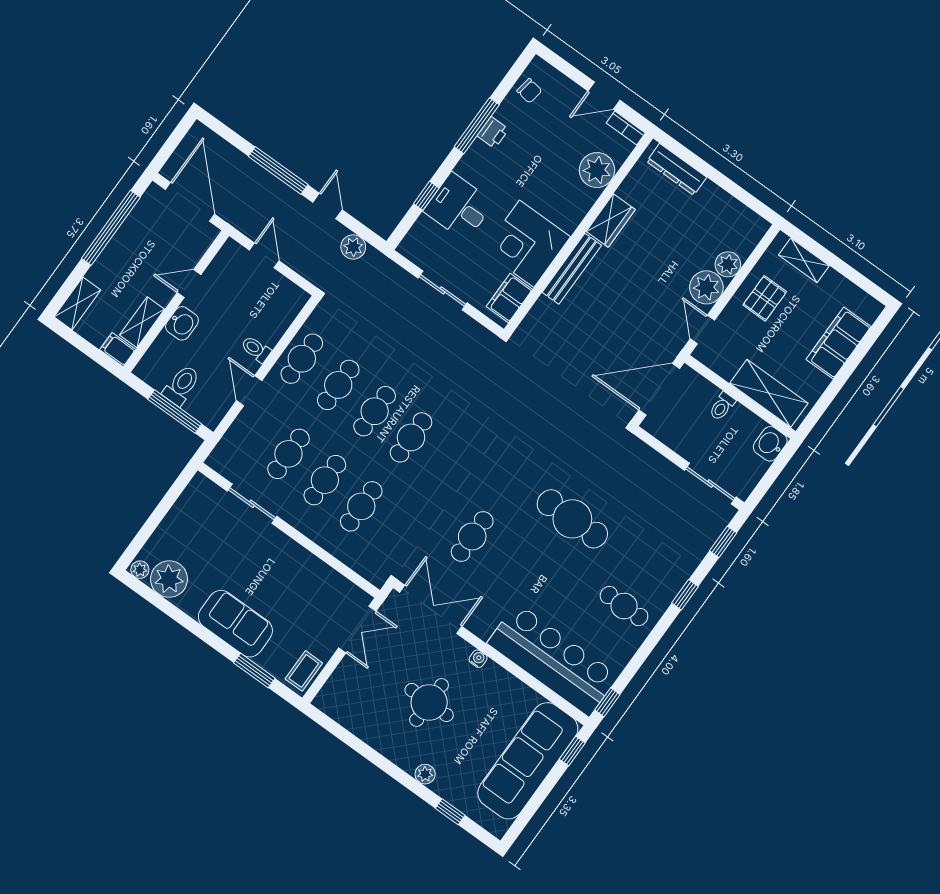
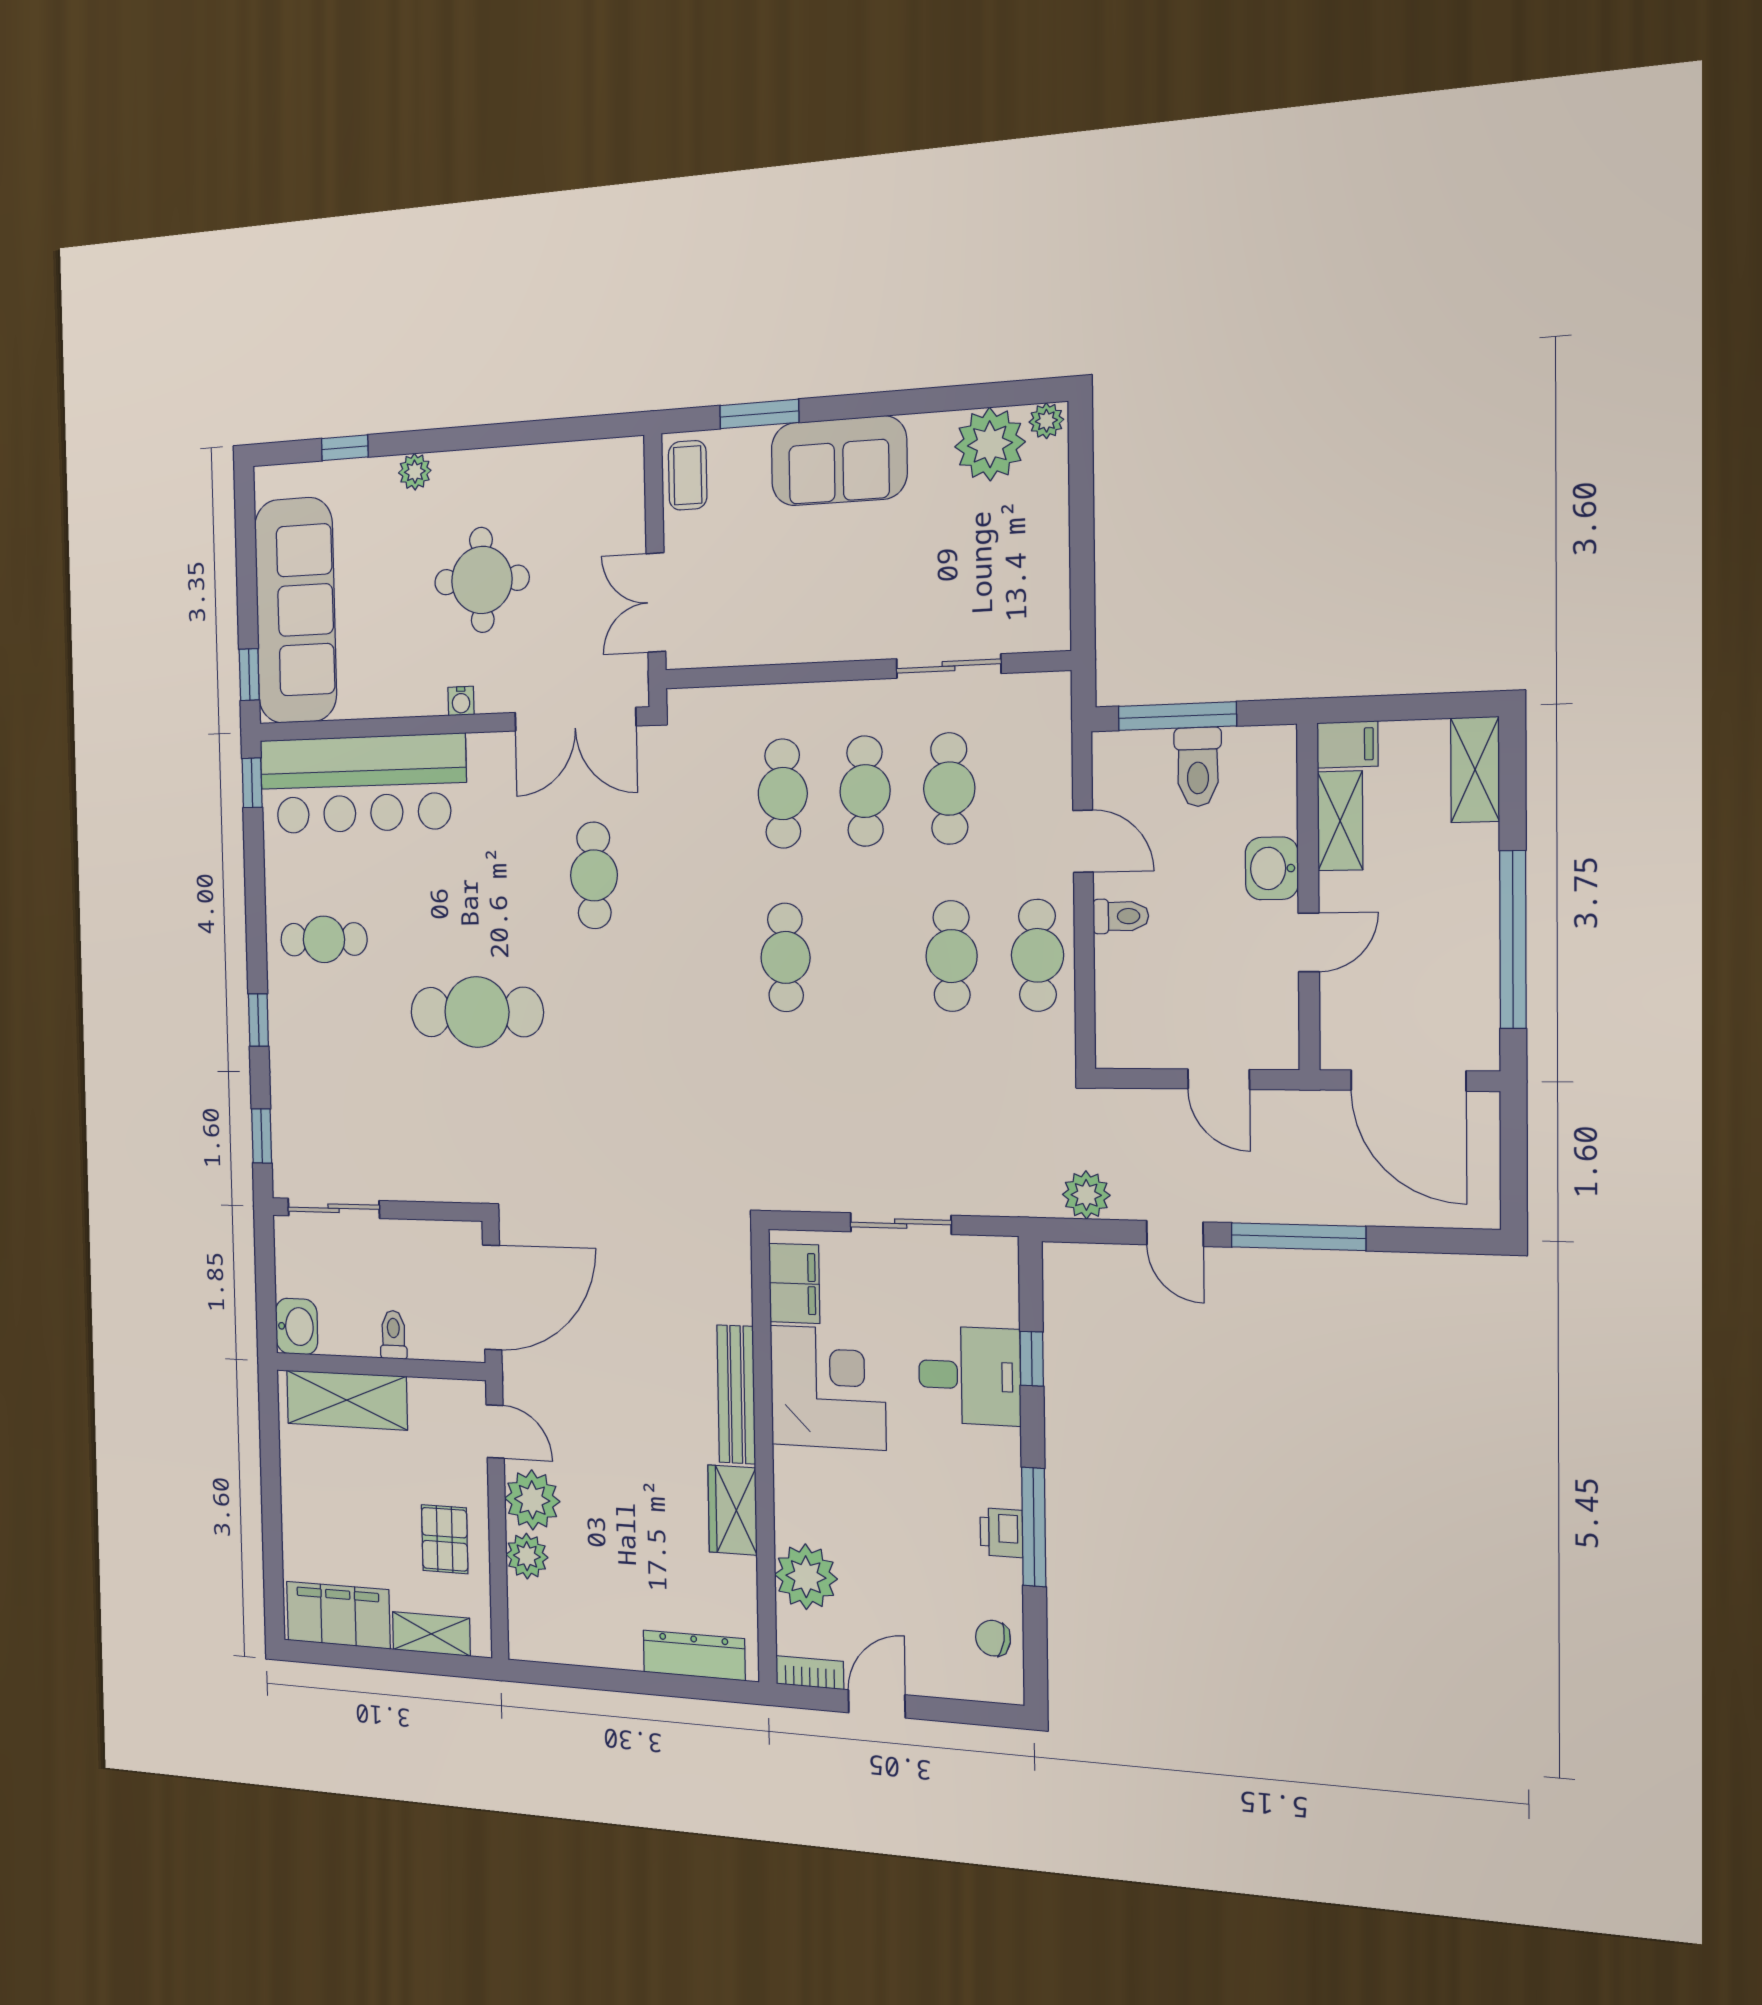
filing cabinet: (838, 343) -> (338, 1615), moved, turned -90
cafe table: (375, 411) -> (868, 957), removed

